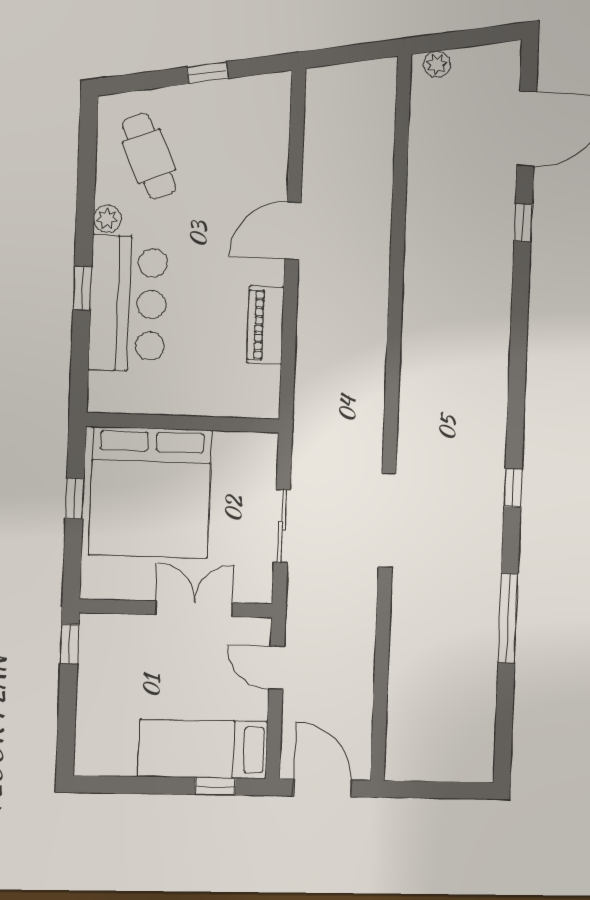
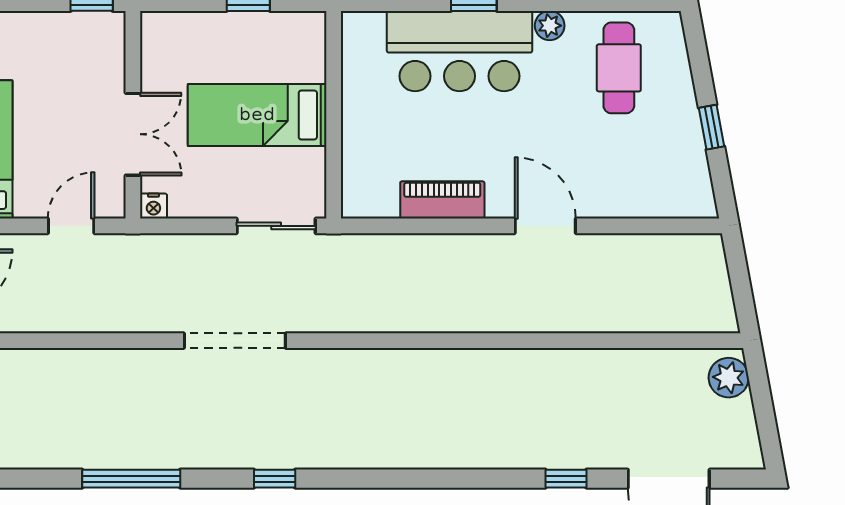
plant: (437, 64) -> (729, 378), width x1.38, depth x1.38
cafe table: (149, 156) -> (619, 68), turned -67
bed: (150, 492) -> (257, 115), width x0.49
sliding door: (282, 526) -> (276, 226), moved
nightstand: (261, 592) -> (153, 206), added

